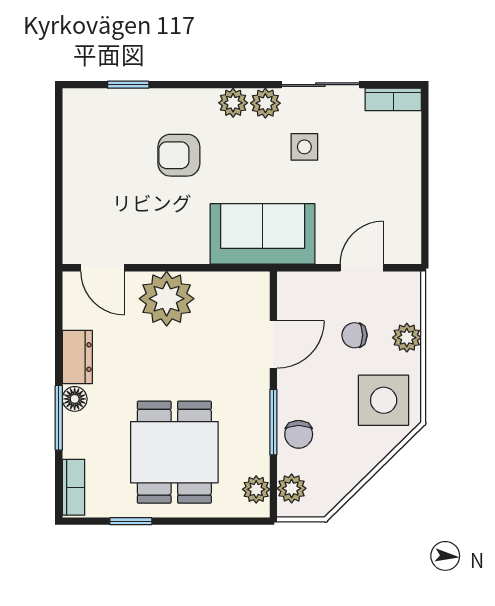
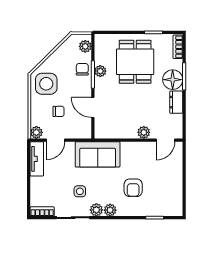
armchair: (179, 155) -> (133, 188), turned 90
tv unit: (406, 223) -> (37, 159), added
door: (103, 268) -> (165, 140), swing flipped
plant: (167, 299) -> (144, 132), width x0.53, depth x0.53
plant: (407, 338) -> (36, 132), moved
door: (273, 345) -> (93, 107), hinge flipped
floor lamp: (75, 399) -> (173, 80), width x1.89, depth x1.89
plant: (256, 489) -> (100, 71), moved

